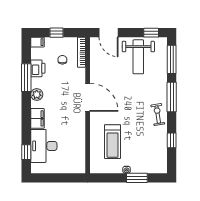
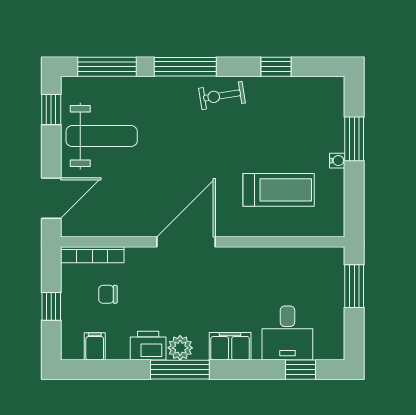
filing cabinet: (37, 42) -> (95, 346), moved
printer: (38, 68) -> (148, 346), moved
window: (26, 78) -> (180, 370), moved
desk: (44, 146) -> (287, 333), width x0.73
window: (66, 178) -> (354, 286), added

